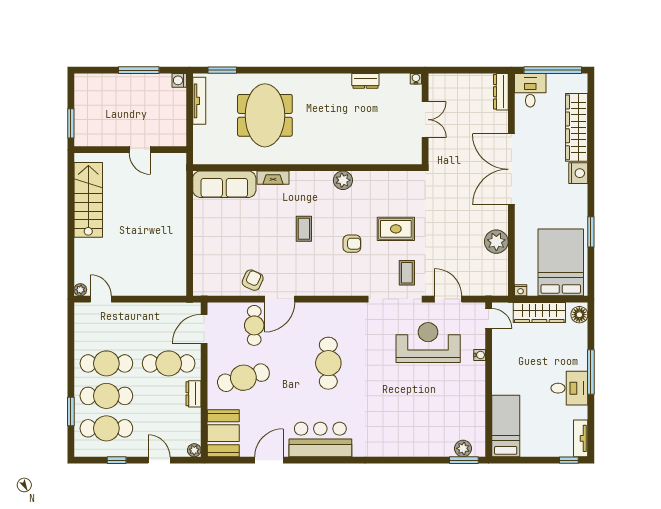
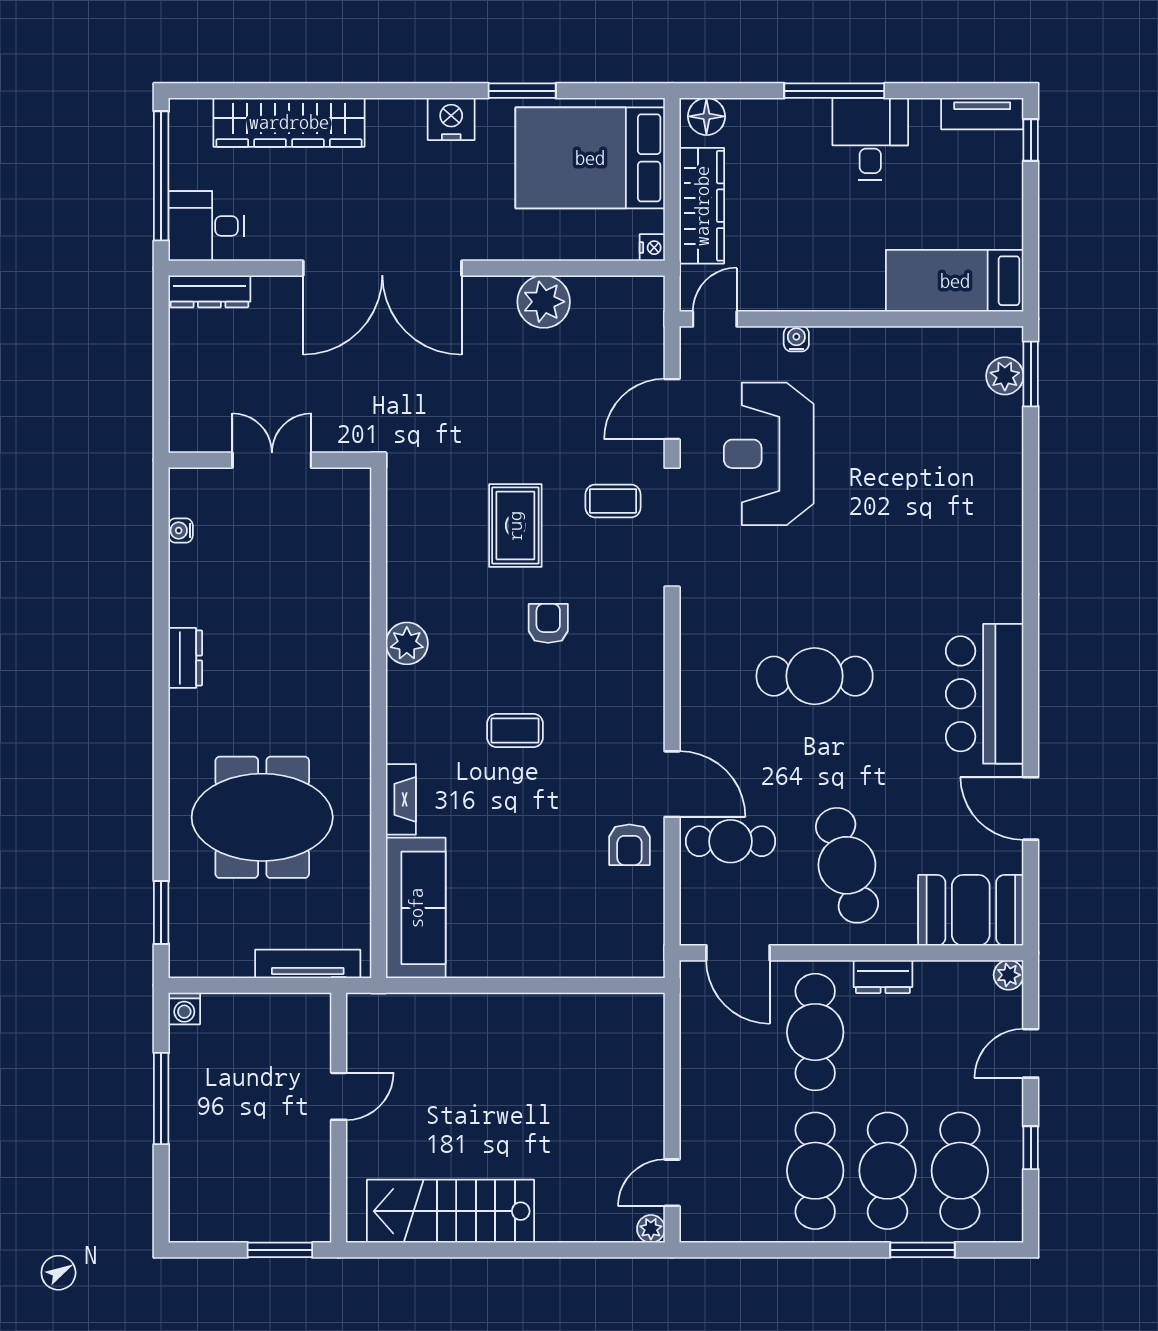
water cooler: (416, 79) -> (181, 530), moved
dresser: (365, 81) -> (185, 658), moved
tv unit: (199, 101) -> (308, 964), moved
nightstand: (578, 173) -> (451, 119), moved
armchair: (253, 280) -> (629, 845), turned -115

